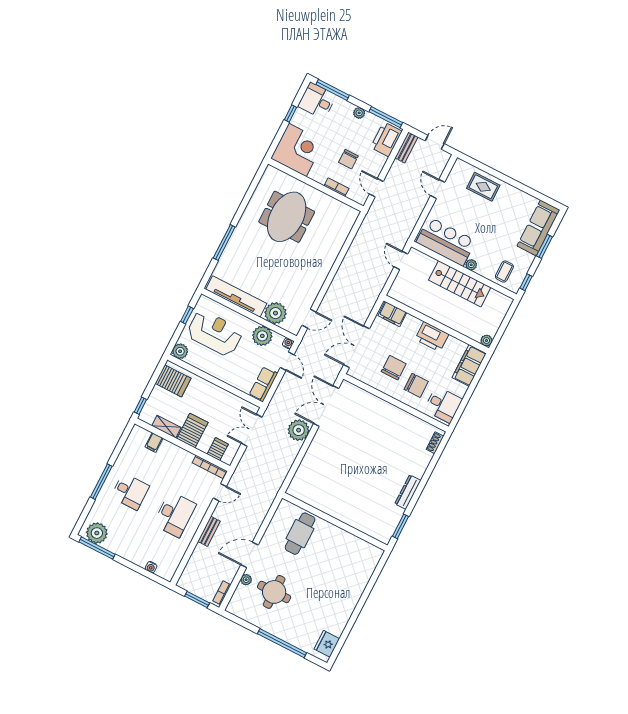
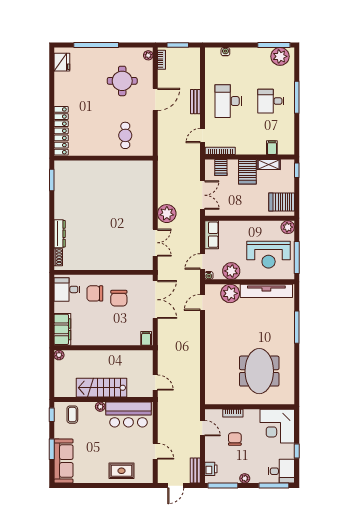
printer: (386, 139) -> (211, 469), width x0.53, depth x0.68
filing cabinet: (392, 314) -> (146, 338), width x0.50
window: (187, 315) -> (297, 257), width x2.17
printer: (432, 337) -> (102, 337), removed
door: (287, 361) -> (202, 261), hinge flipped
double door: (326, 406) -> (155, 243), width x0.73
dresser: (408, 492) -> (60, 234), moved
cafe table: (300, 534) -> (125, 135), width x0.73, depth x0.74
locker: (364, 573) -> (61, 131), added
plant: (246, 580) -> (148, 55), moved

